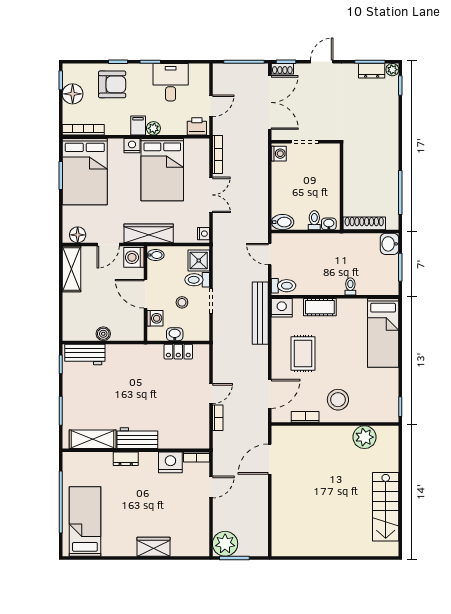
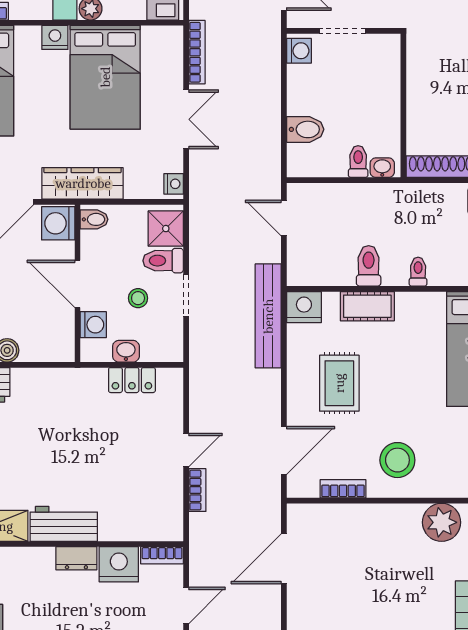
bidet: (282, 222) -> (305, 129), moved
toilet: (283, 286) -> (369, 266), moved, turned -90
dresser: (126, 459) -> (76, 558), moved

